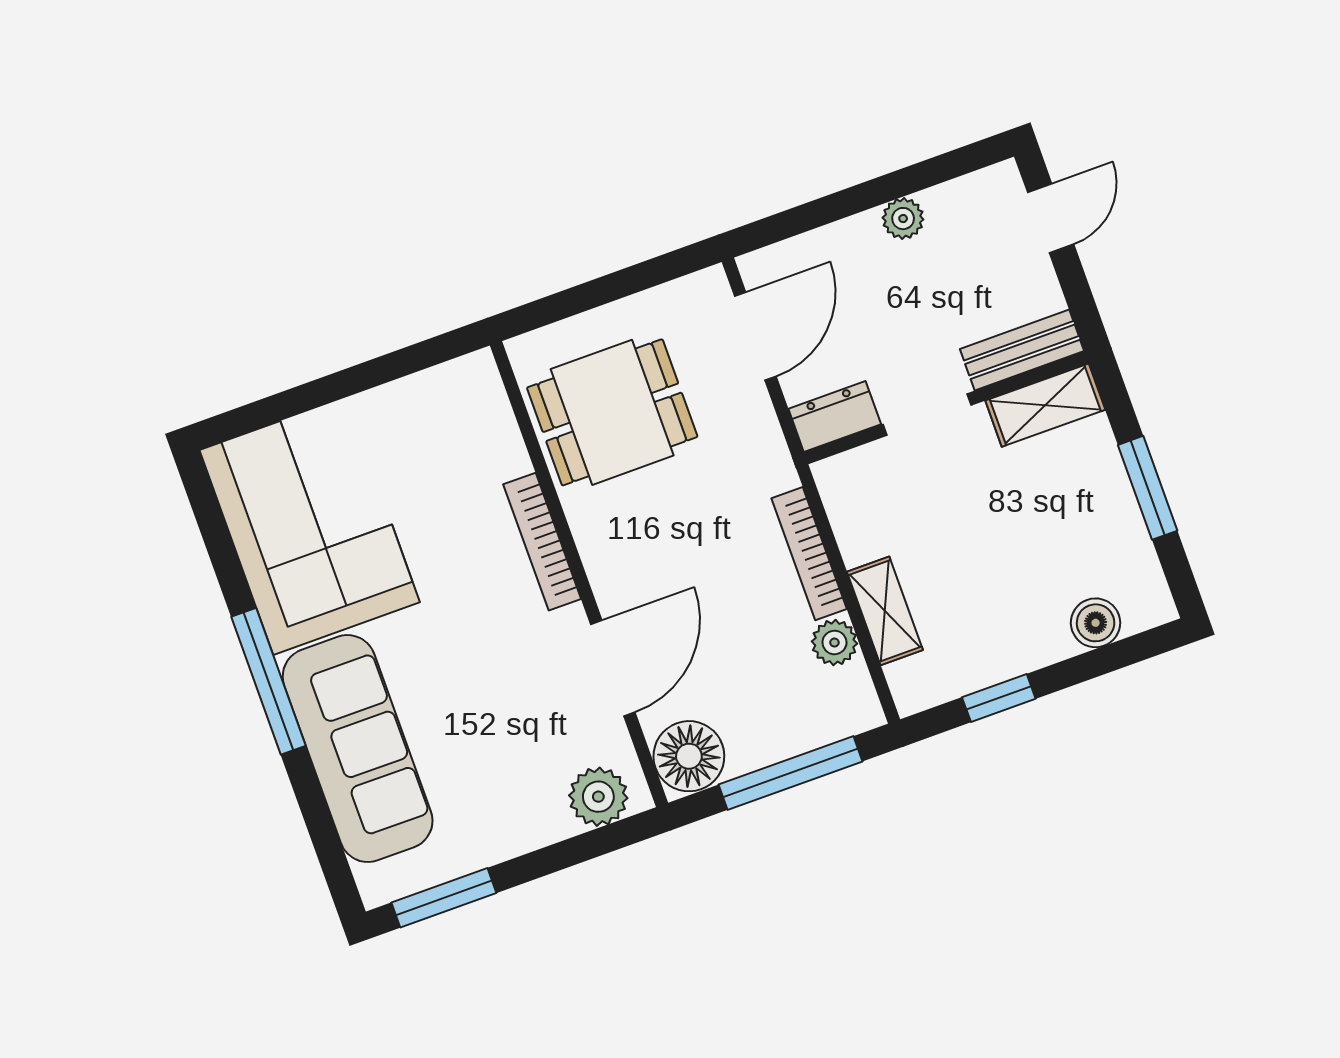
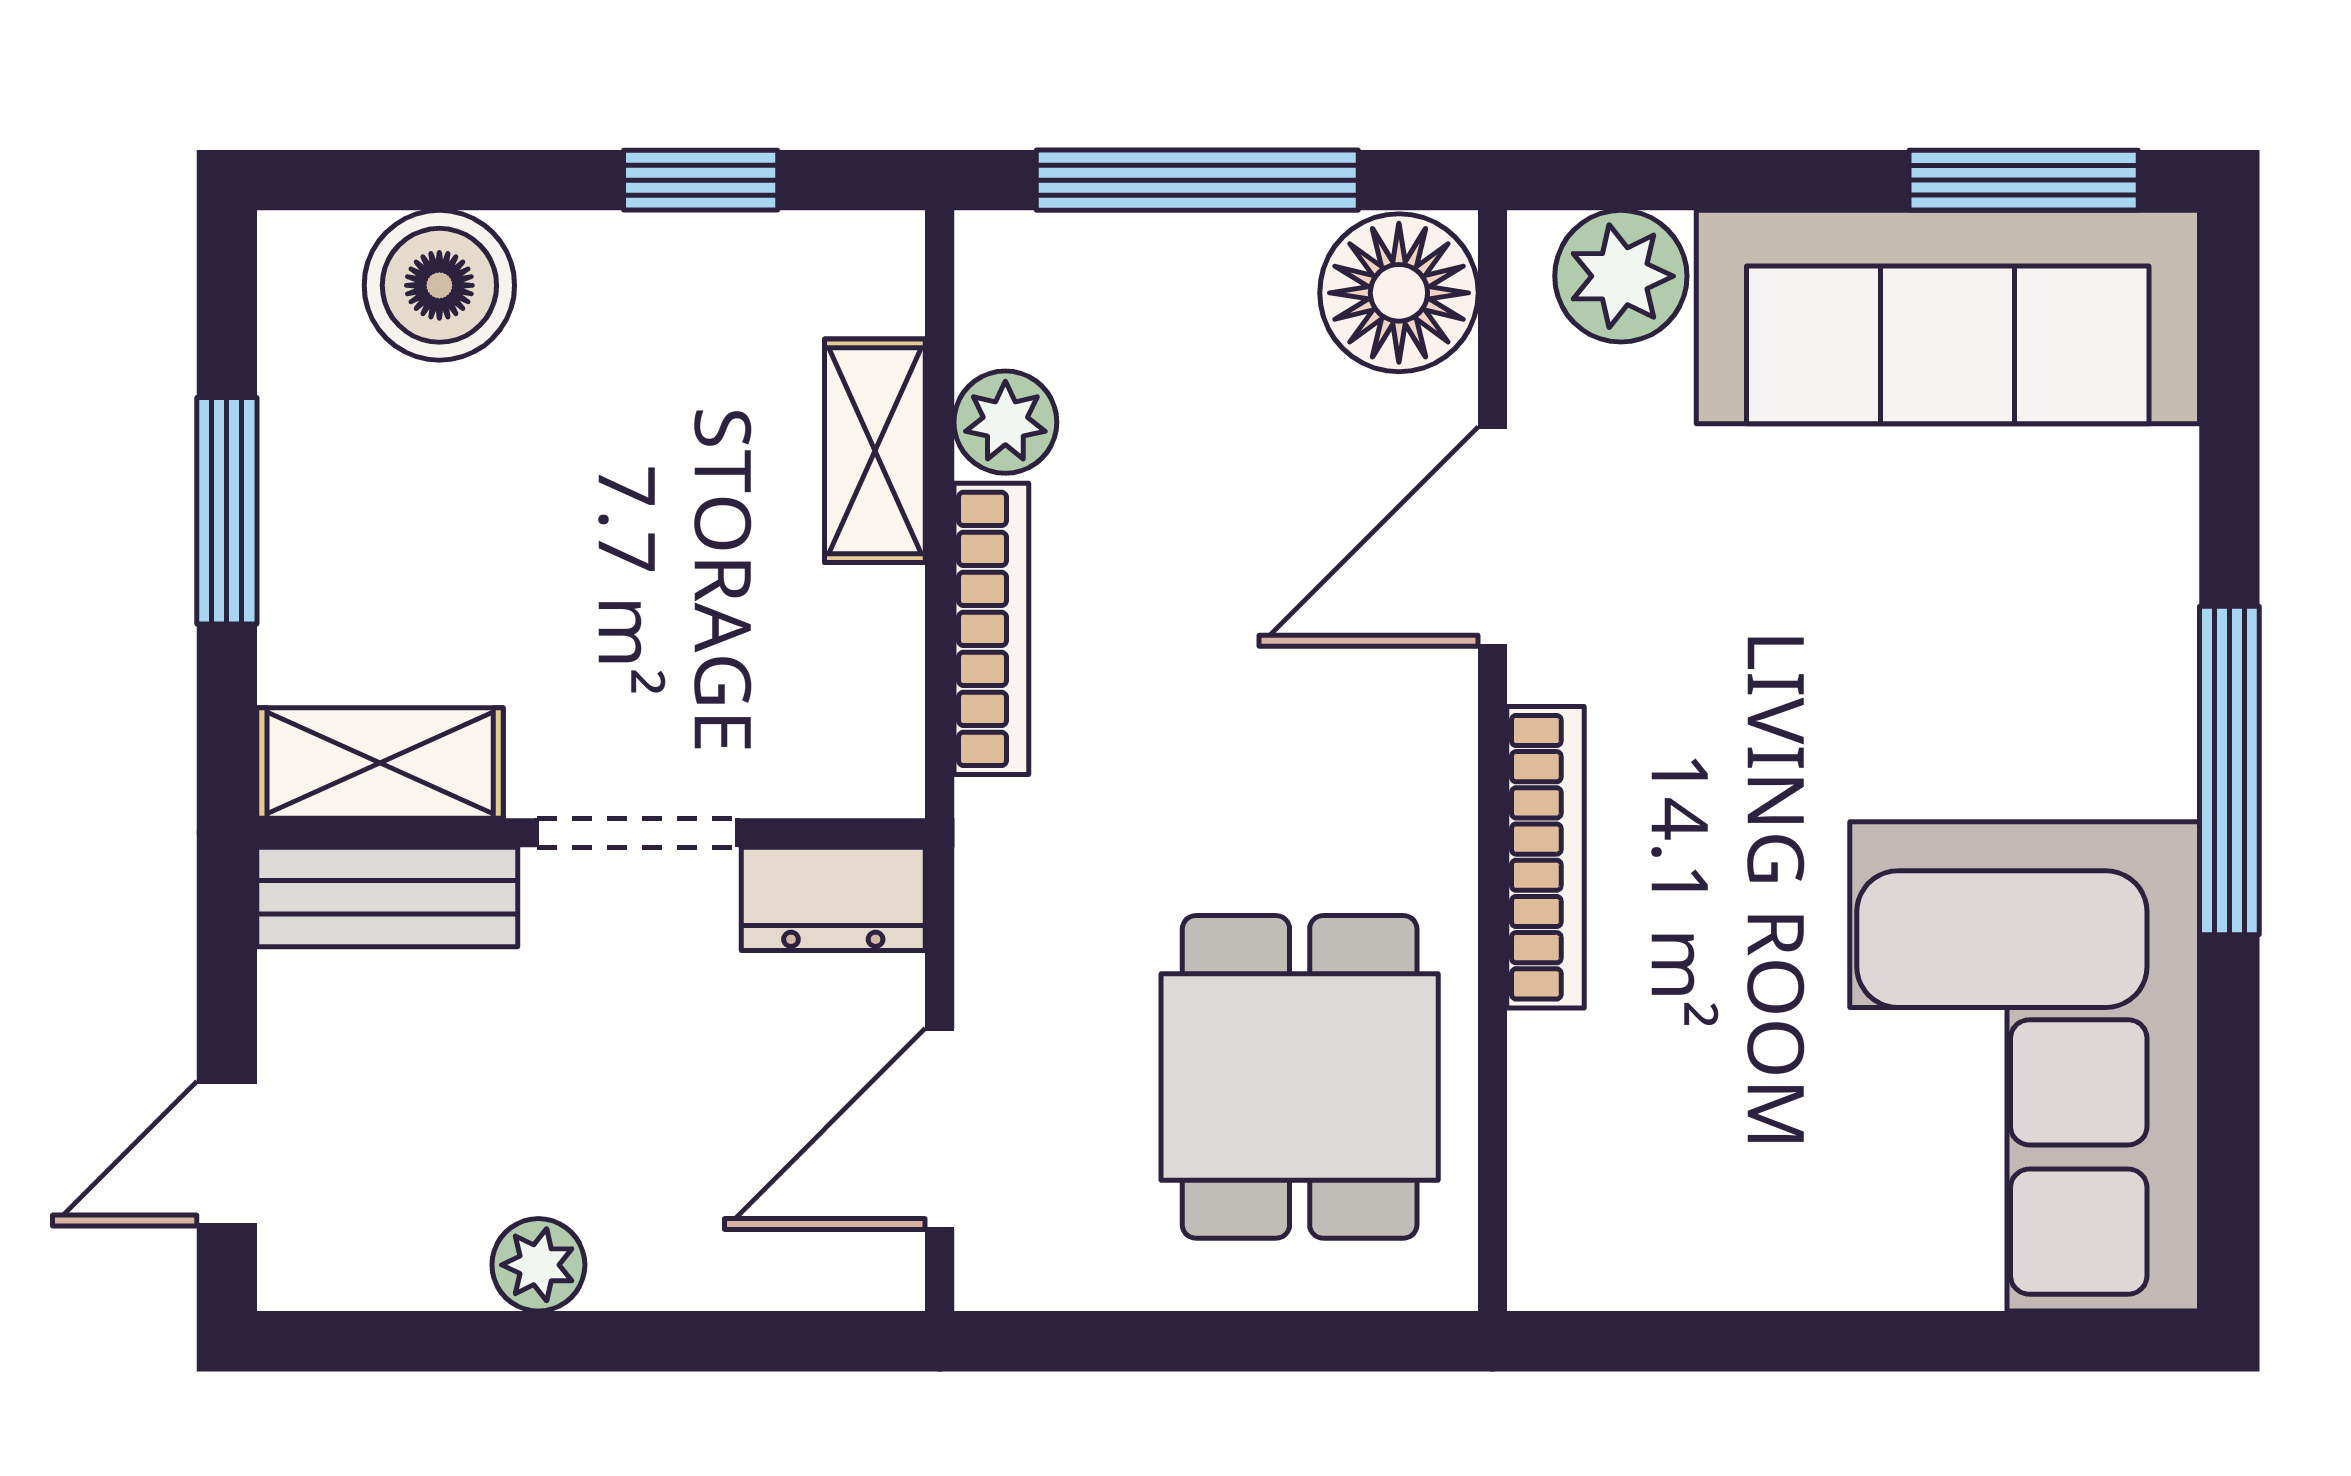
dining table: (612, 412) -> (1300, 1077), turned 90
boiler: (1096, 623) -> (439, 285), width x1.36, depth x1.36
sofa: (358, 749) -> (1948, 317), moved, turned -90

